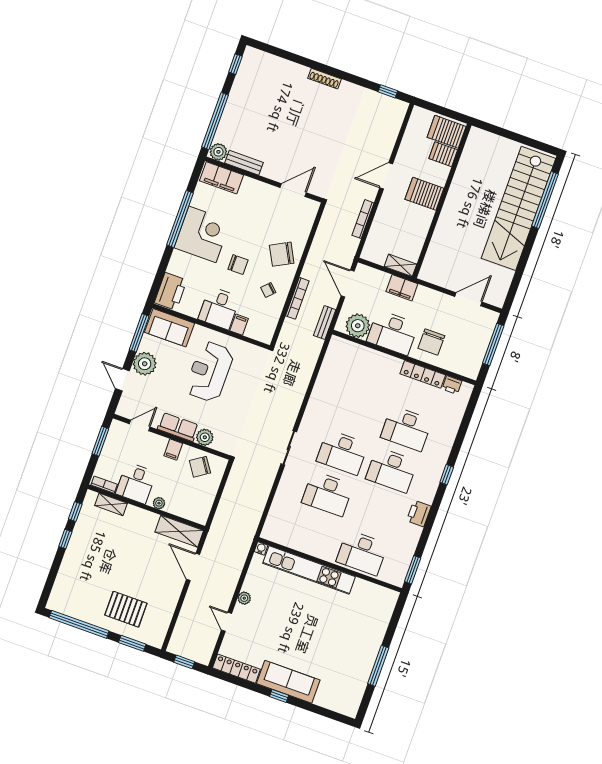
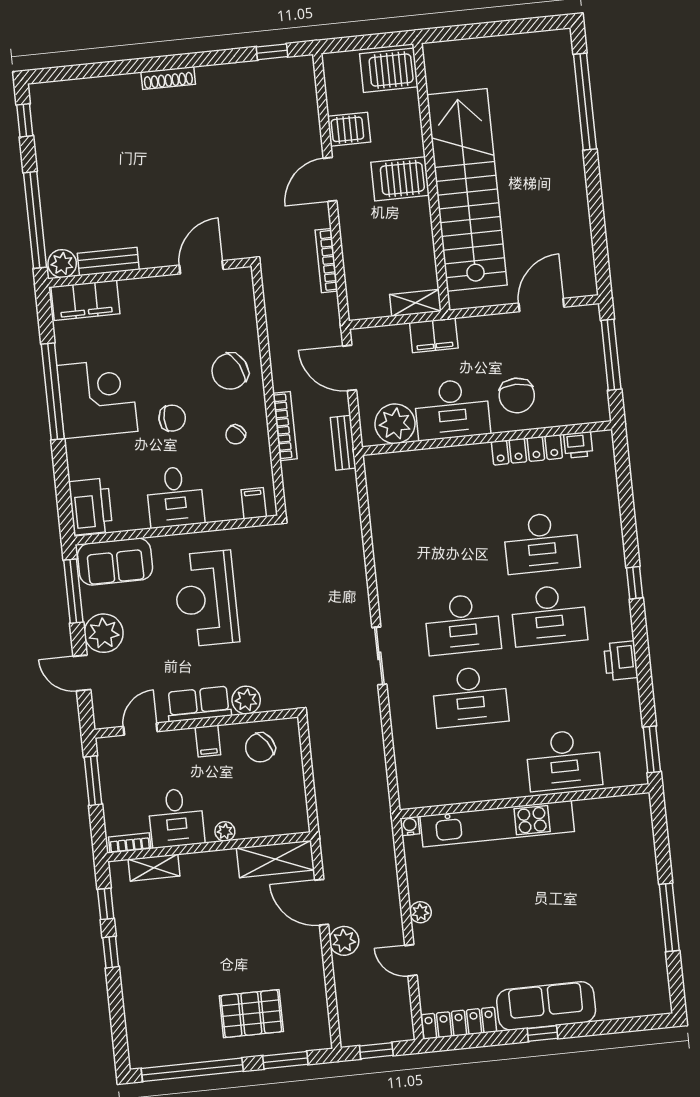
server rack: (443, 154) -> (349, 129), moved, turned 180
stairs: (519, 208) -> (467, 190), moved, turned 180
filing cabinet: (239, 325) -> (254, 503), moved
plant: (195, 594) -> (344, 941), added

